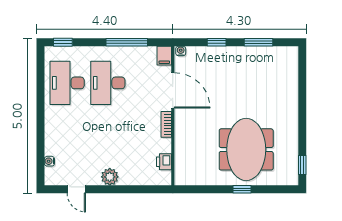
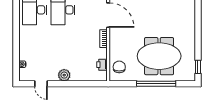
meeting table: (246, 149) -> (159, 56), turned 90
chair: (189, 165) -> (119, 67), added
window: (242, 189) -> (156, 84), width x3.17

